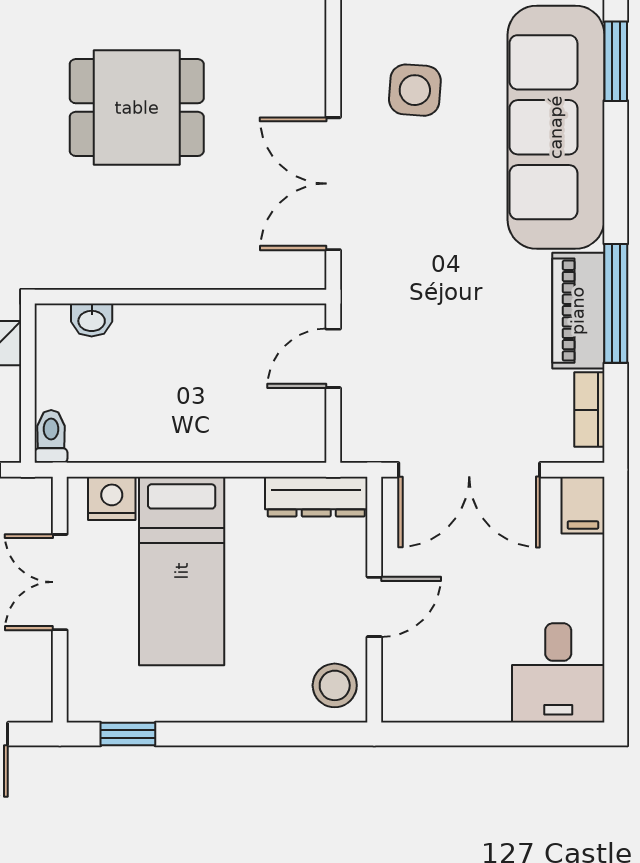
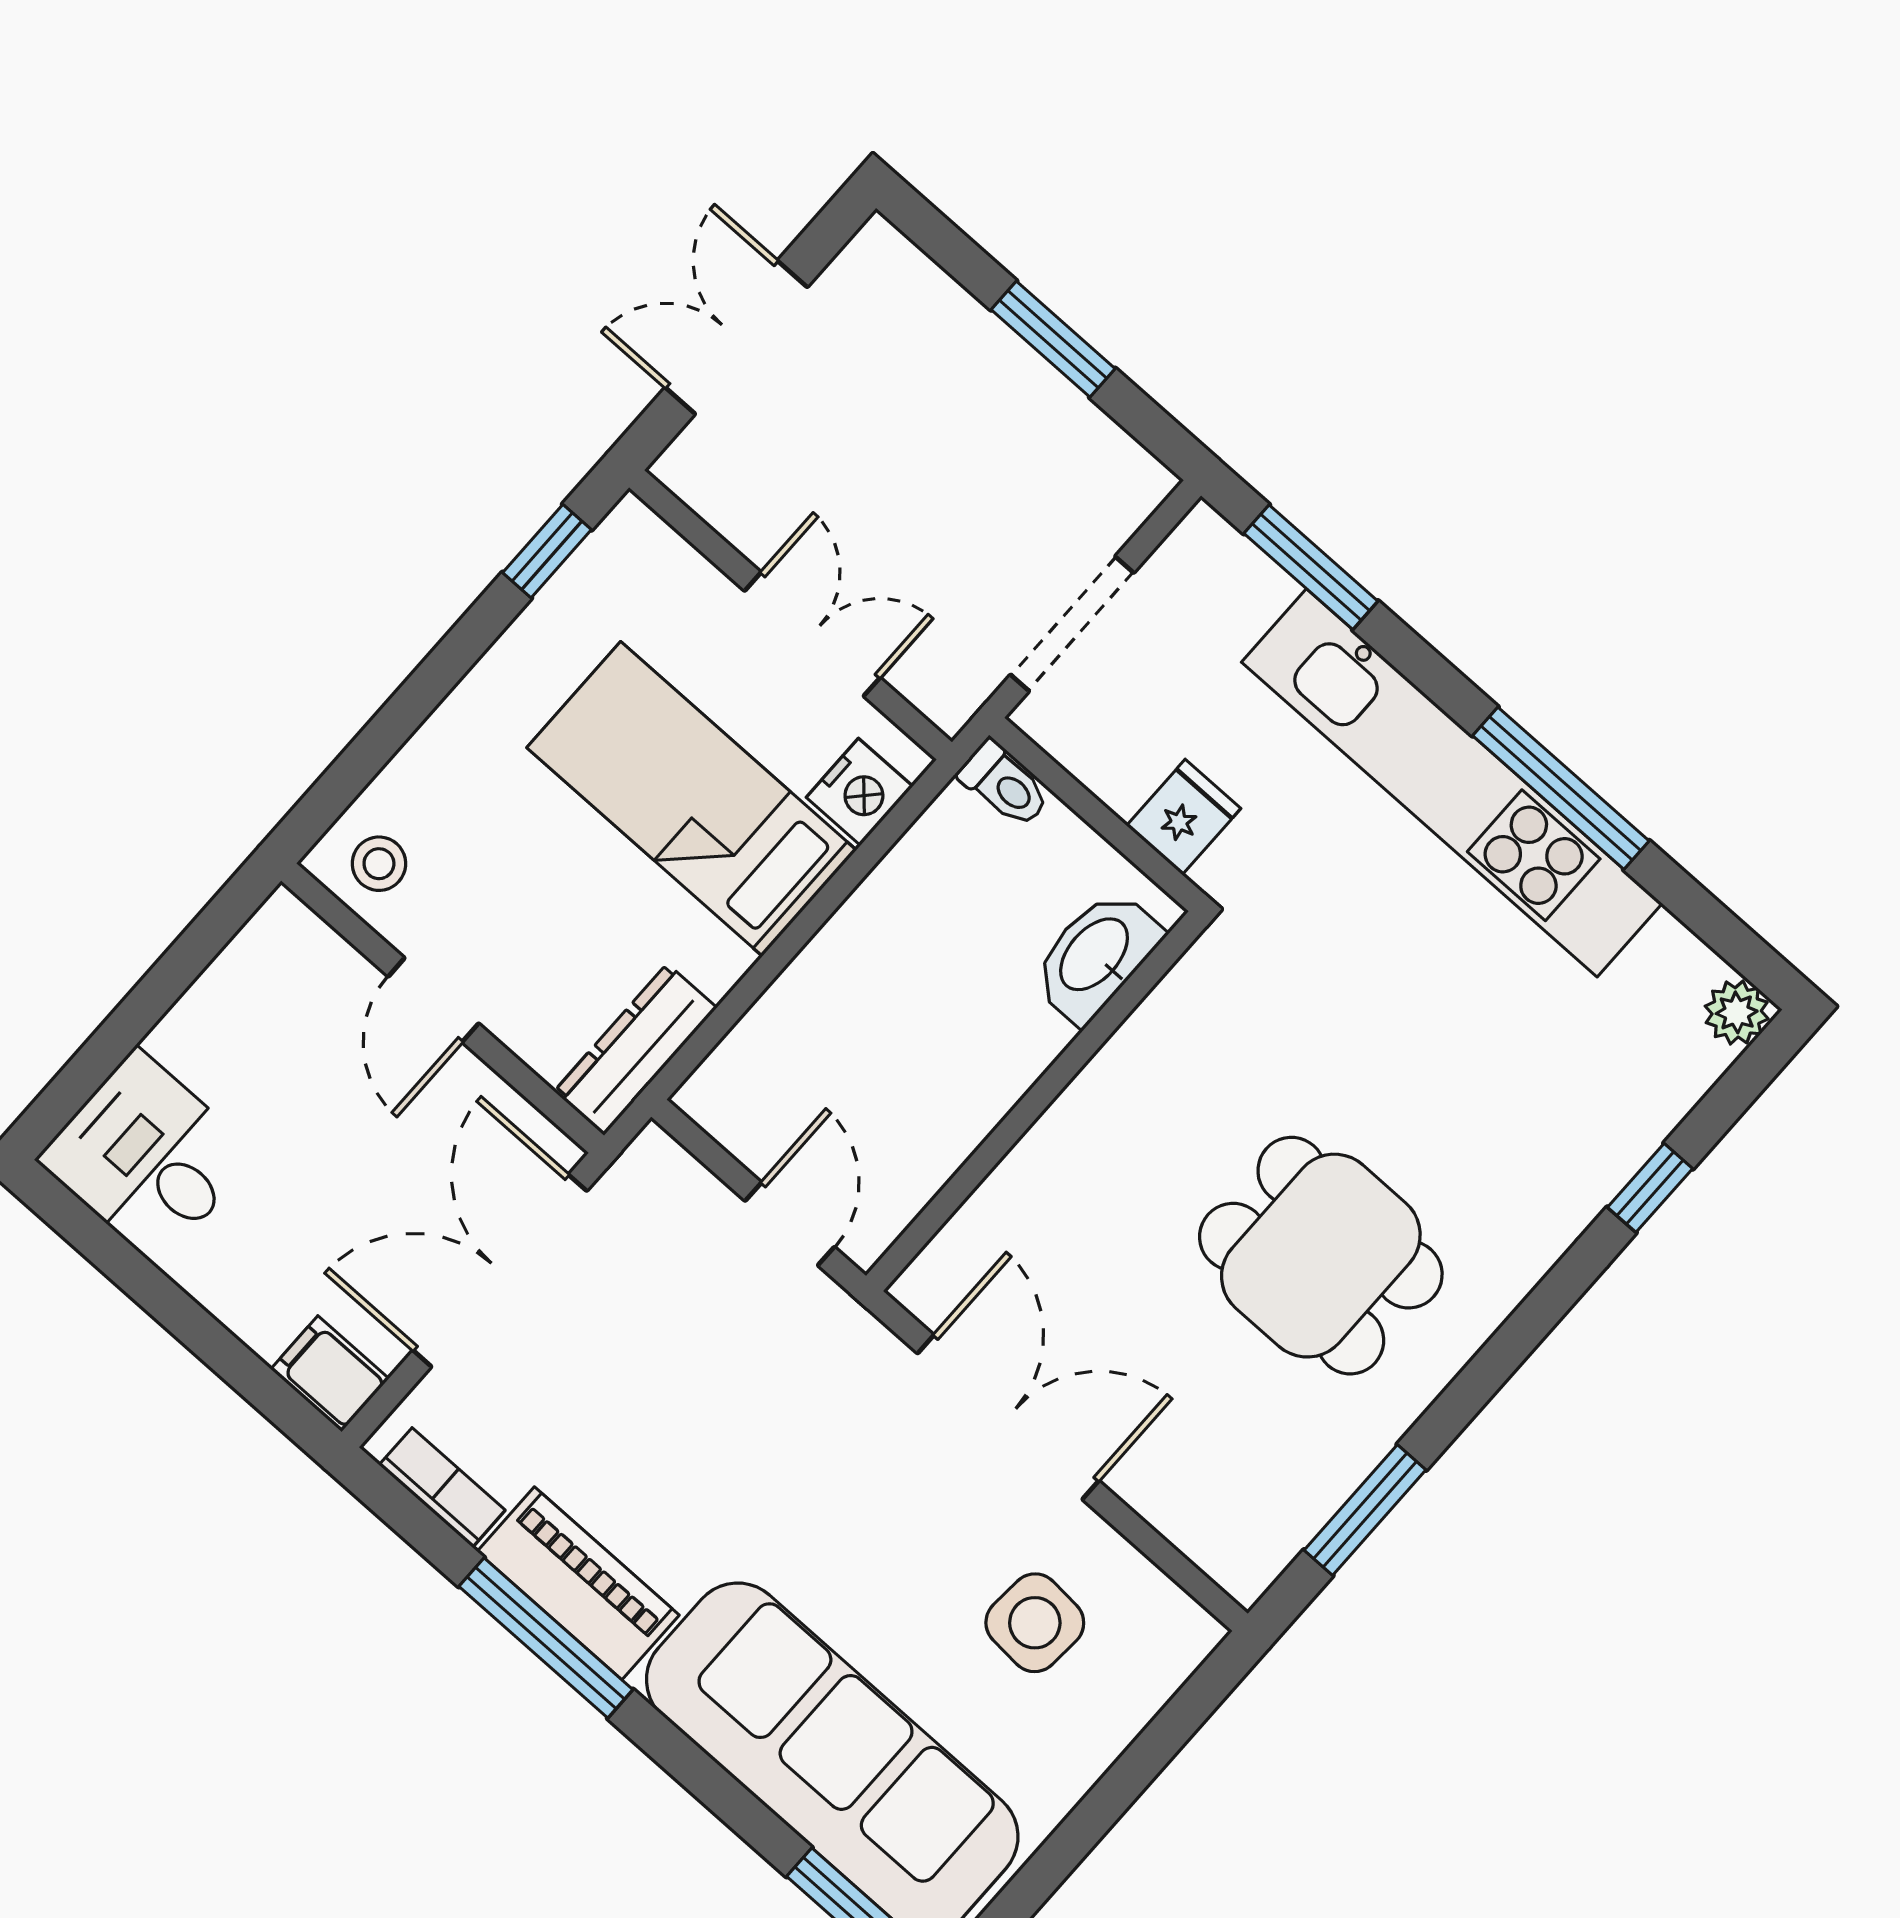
dining table: (137, 108) -> (1321, 1256), turned 90
washbasin: (92, 320) -> (1096, 956), width x1.91, depth x1.45
stool: (335, 685) -> (379, 864), width x0.73, depth x0.73

